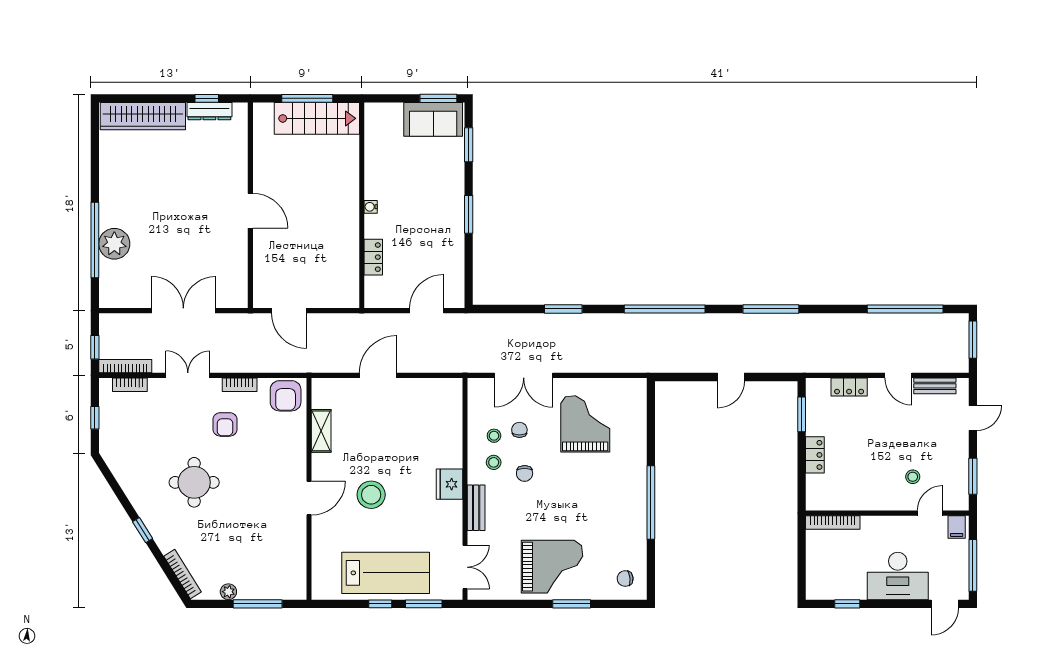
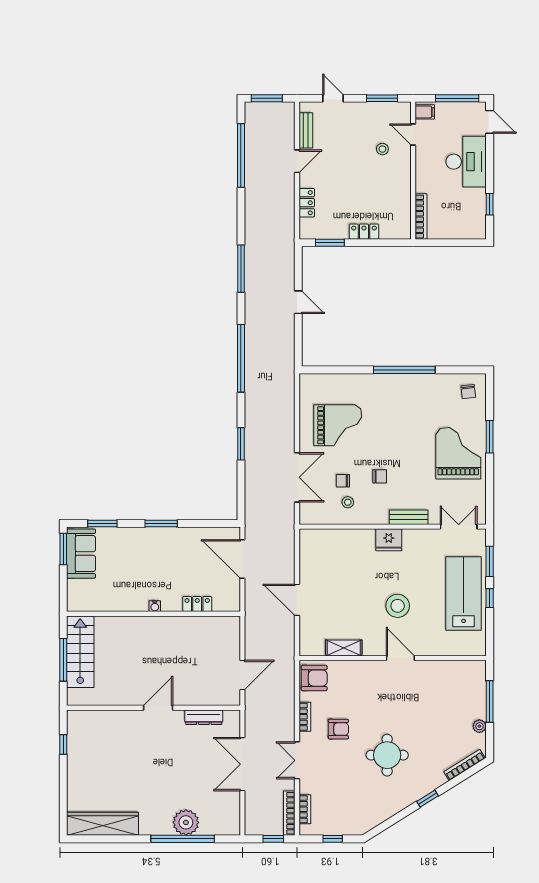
dresser: (209, 111) -> (204, 717), moved, turned 90
wardrobe: (143, 116) -> (103, 824), moved, turned -90
door: (427, 311) -> (242, 559), width x1.36
grand piano: (585, 424) -> (338, 425), turned 180
stool: (494, 462) -> (370, 502), removed

